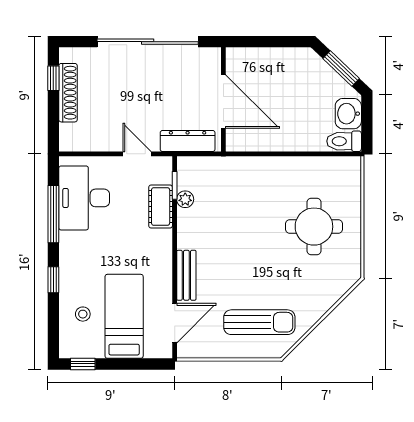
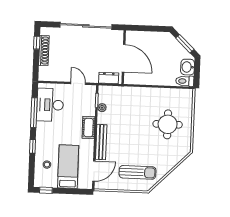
dresser: (188, 141) -> (109, 78), width x0.70
cot: (161, 207) -> (88, 128), moved
bench: (186, 275) -> (101, 142), width x1.36

